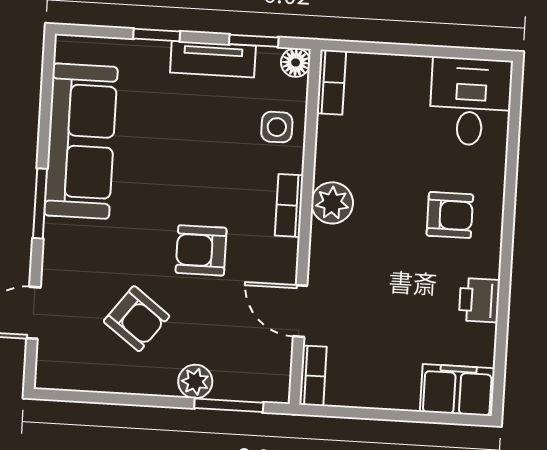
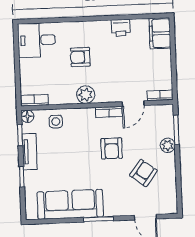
bookcase: (289, 205) -> (109, 112), moved
armchair: (450, 215) -> (80, 57), moved, turned -90

